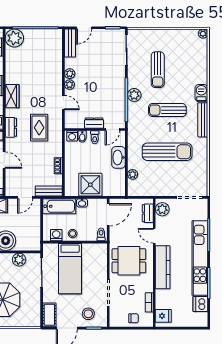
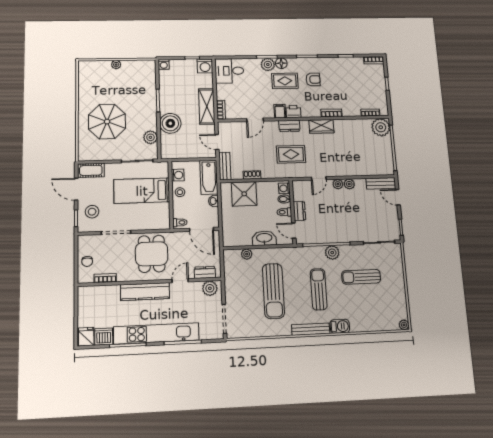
shower: (90, 185) -> (244, 194), moved
fridge: (163, 316) -> (86, 337), moved, turned 180

